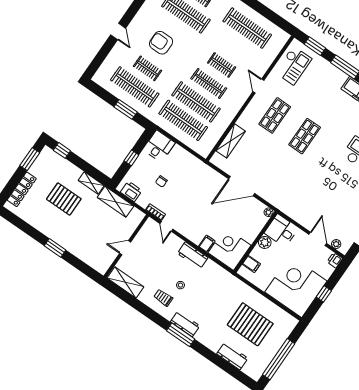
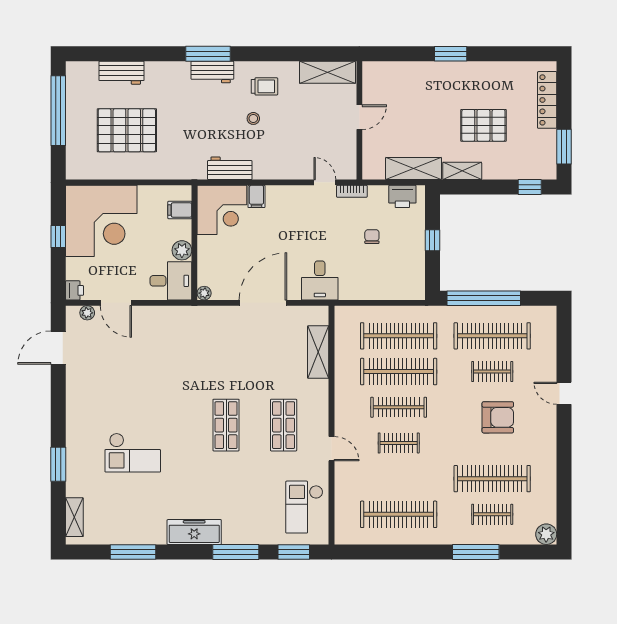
window: (126, 109) -> (484, 298), width x2.11
desk: (159, 146) -> (320, 280), moved
workbench: (193, 255) -> (230, 168), moved

